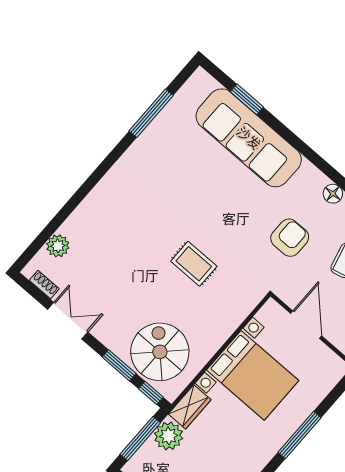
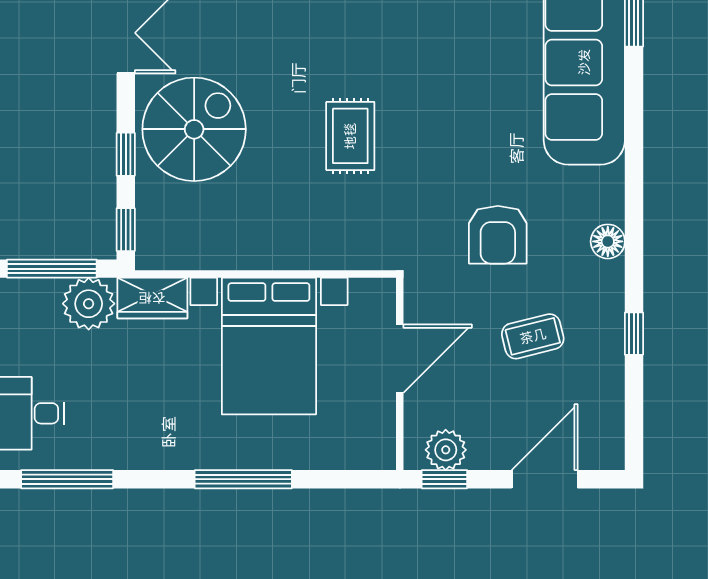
armchair: (290, 238) -> (498, 235), turned 90
spiral stairs: (160, 352) -> (194, 129), moved
window: (119, 365) -> (126, 154), width x0.67

